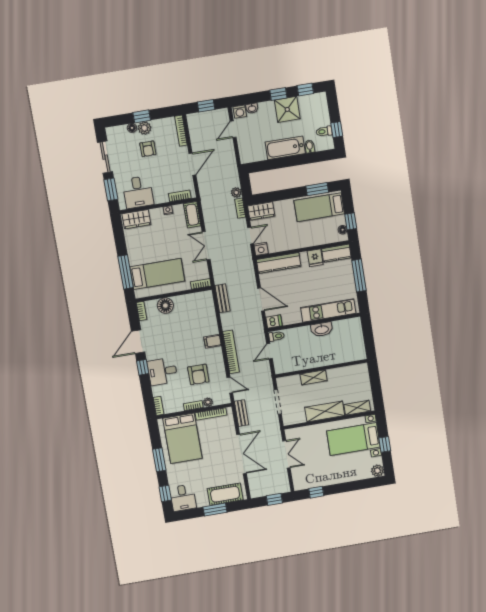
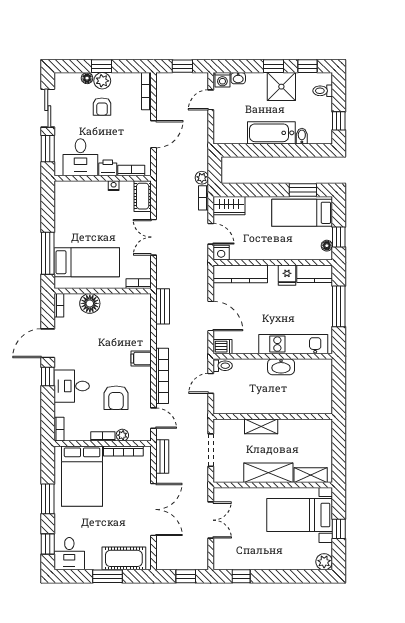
toilet: (324, 131) -> (323, 91), moved
printer: (161, 197) -> (108, 168), added
wardrobe: (136, 219) -> (73, 190), removed
door: (251, 236) -> (211, 234), hinge flipped

